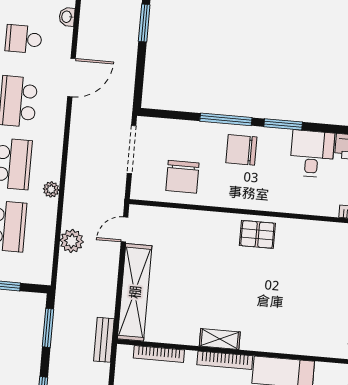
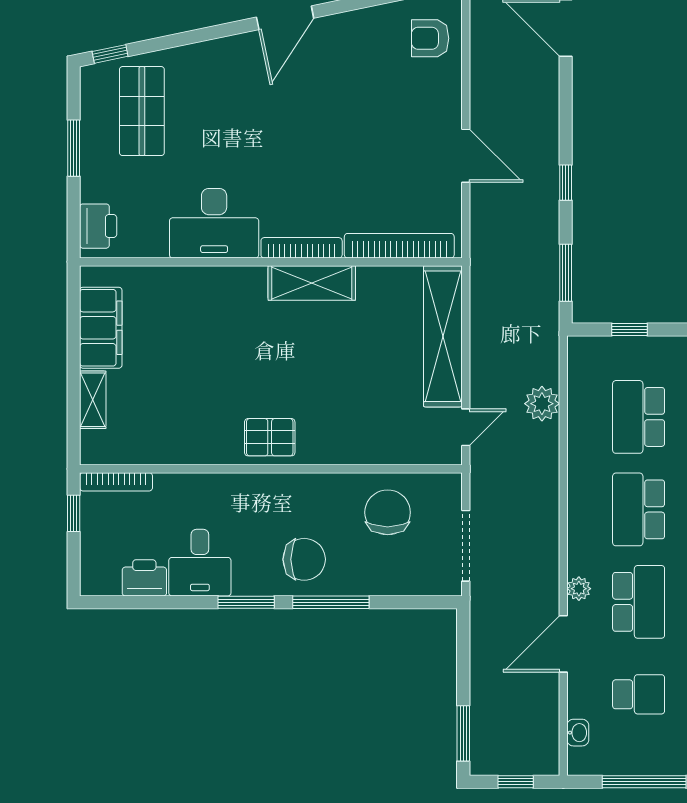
plant: (51, 189) -> (579, 589), moved
shelving: (220, 339) -> (312, 283), width x1.50, depth x1.33
bench: (104, 340) -> (482, 262), removed
bookcase: (159, 354) -> (399, 246), width x1.48, depth x1.31

